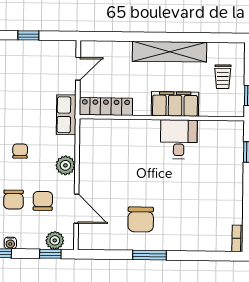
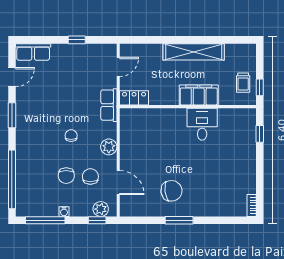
trolley: (223, 77) -> (243, 83), moved
locker: (106, 107) -> (134, 98), width x0.66
chair: (141, 219) -> (171, 191), turned -98

